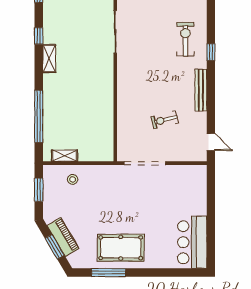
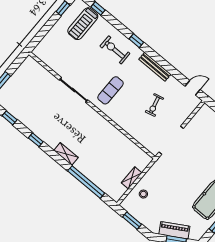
shelving: (49, 59) -> (66, 154), moved
exercise mat: (144, 67) -> (110, 90), added
shelving: (64, 156) -> (132, 178), moved

